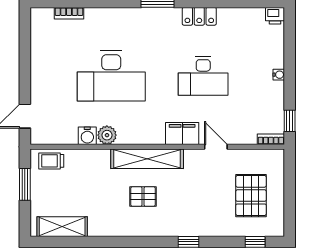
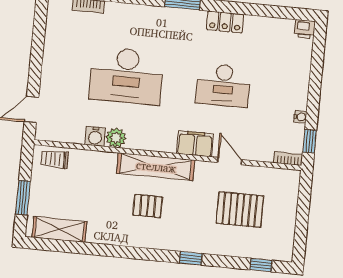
water cooler: (279, 75) -> (300, 117), moved
window: (25, 184) -> (23, 198), moved
pallet: (251, 196) -> (240, 210), moved, turned 90

